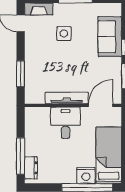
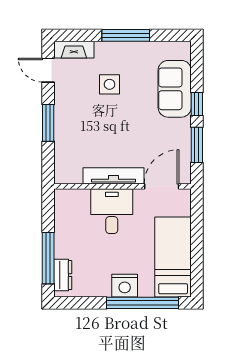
window: (21, 74) -> (48, 123), moved
nightstand: (86, 175) -> (125, 286), moved

